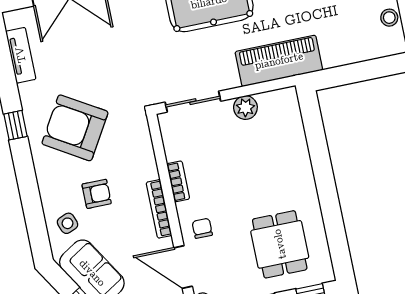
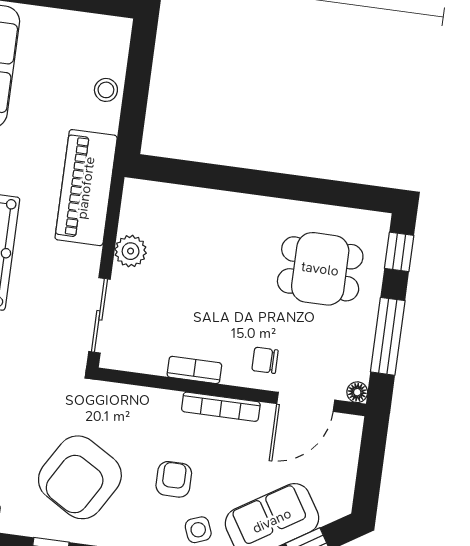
stool: (389, 18) -> (106, 90), moved

